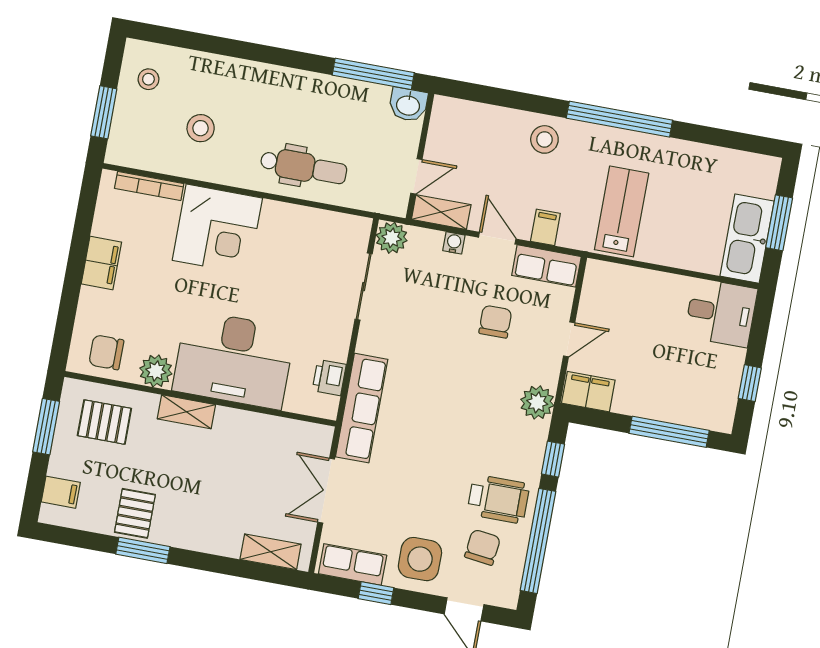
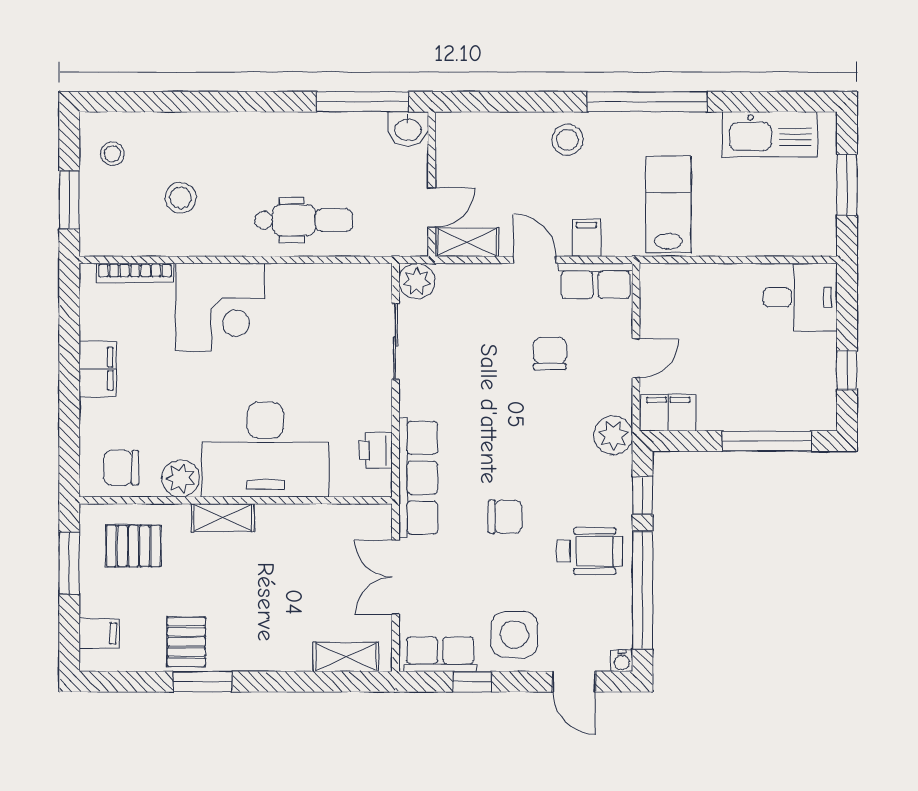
kitchen sink: (747, 239) -> (770, 134), moved, turned -90
water cooler: (454, 243) -> (622, 661), moved, turned 180
chair: (483, 547) -> (505, 517), moved, turned 83

